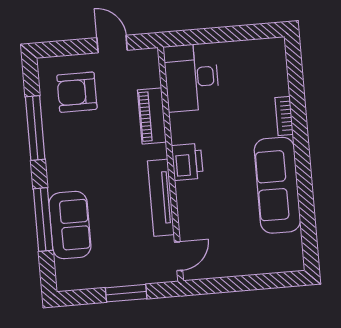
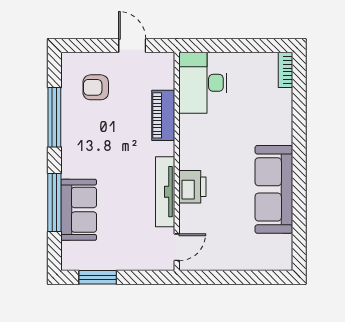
armchair: (77, 92) -> (96, 87), width x0.72, depth x0.72
bookcase: (284, 116) -> (285, 70), moved
printer: (187, 162) -> (192, 187), moved
window: (126, 293) -> (98, 277), moved

